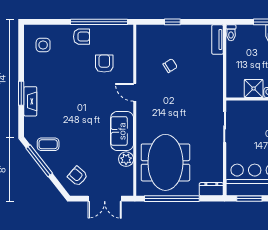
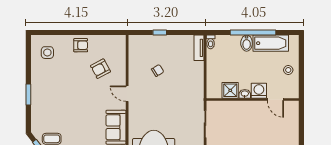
window: (99, 22) -> (96, 32), removed
armchair: (104, 64) -> (100, 69), turned -118
fireplace: (30, 101) -> (36, 102), removed

